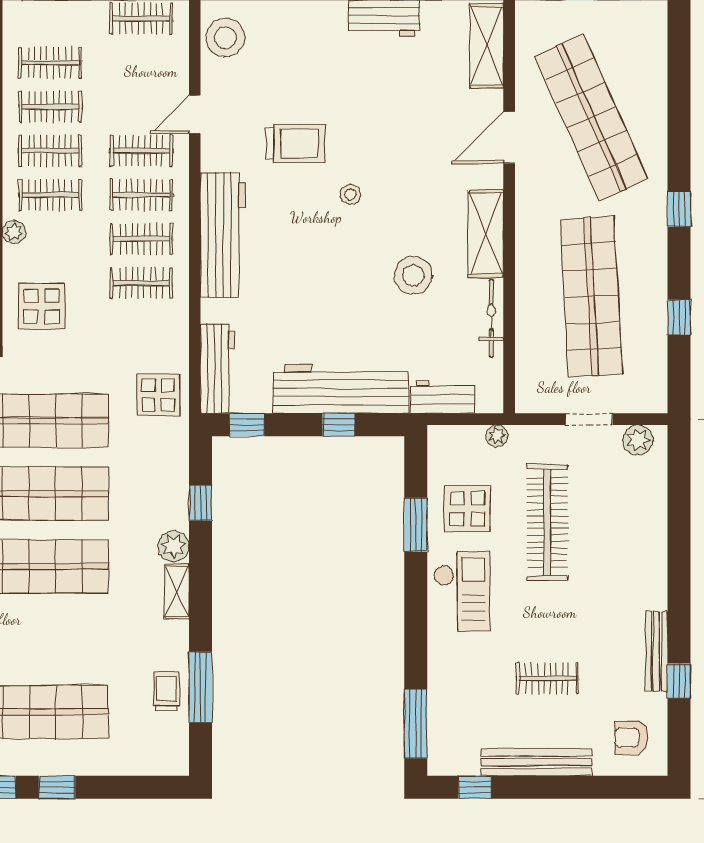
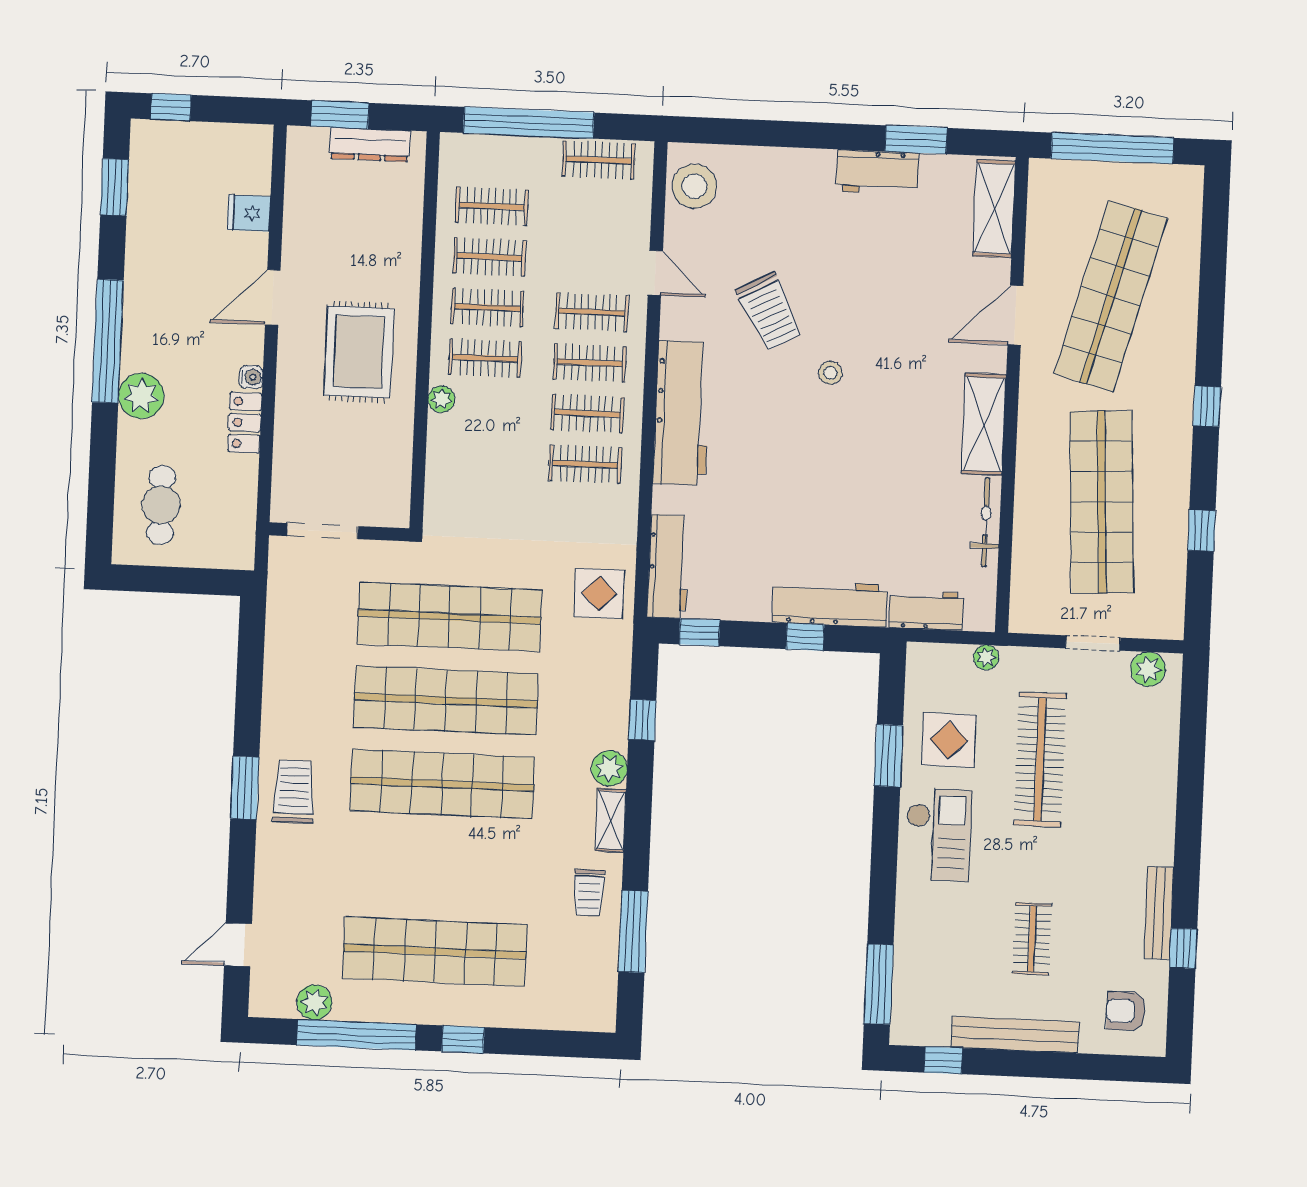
door: (195, 114) -> (655, 273), swing flipped
shop shelf: (591, 117) -> (1111, 296), turned 39
trolley: (295, 143) -> (769, 311), turned 62
stool: (413, 275) -> (898, 469), removed
display table: (41, 306) -> (469, 486), removed
workbench: (341, 389) -> (830, 604), width x0.73, depth x0.76
clothes rail: (547, 678) -> (1032, 939), turned 90
trolley: (166, 691) -> (589, 893), moved, turned 180

